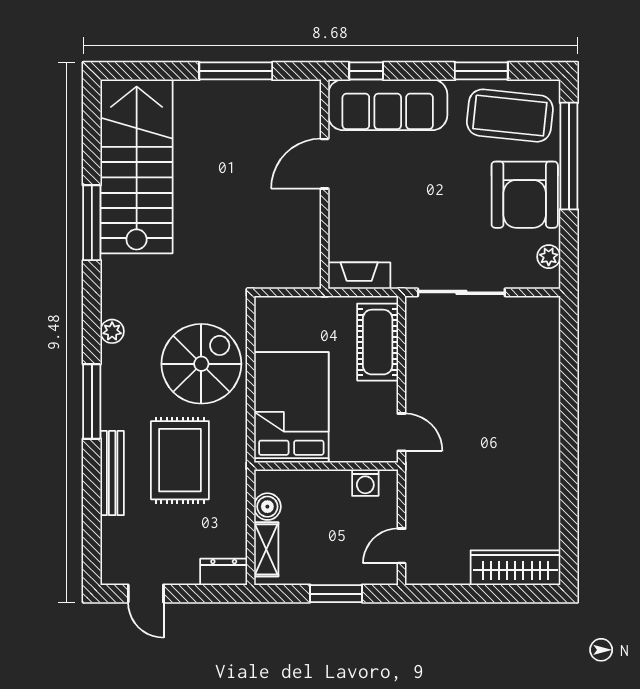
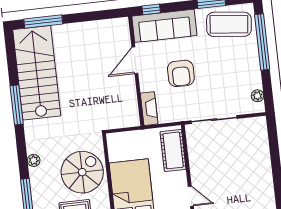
window: (236, 71) -> (43, 22), moved
armchair: (525, 195) -> (181, 73), moved, width x0.73, depth x0.73
fireplace: (359, 276) -> (149, 109), moved, turned 90

